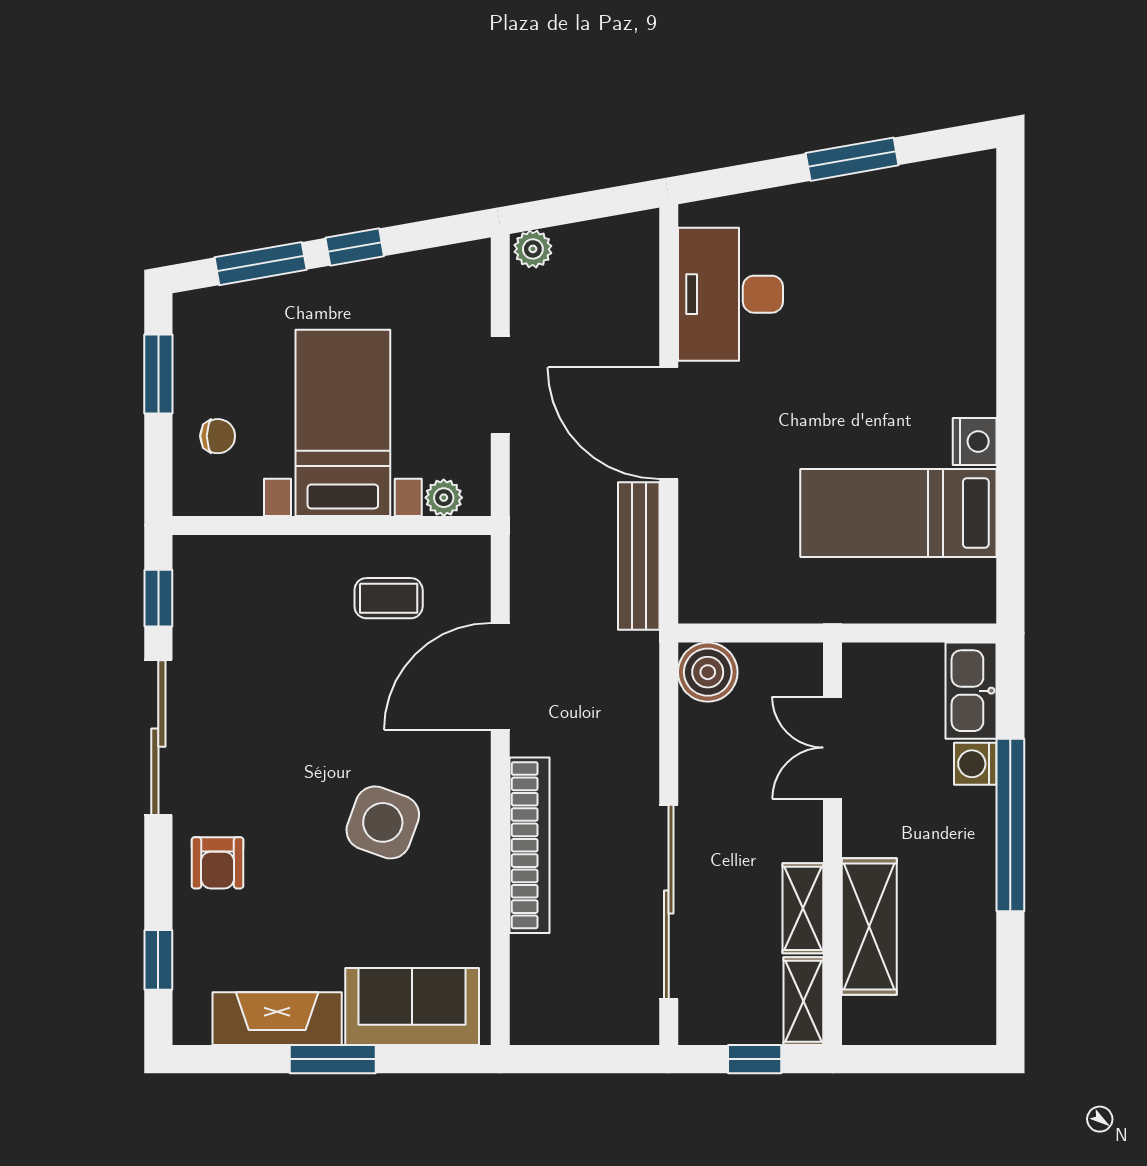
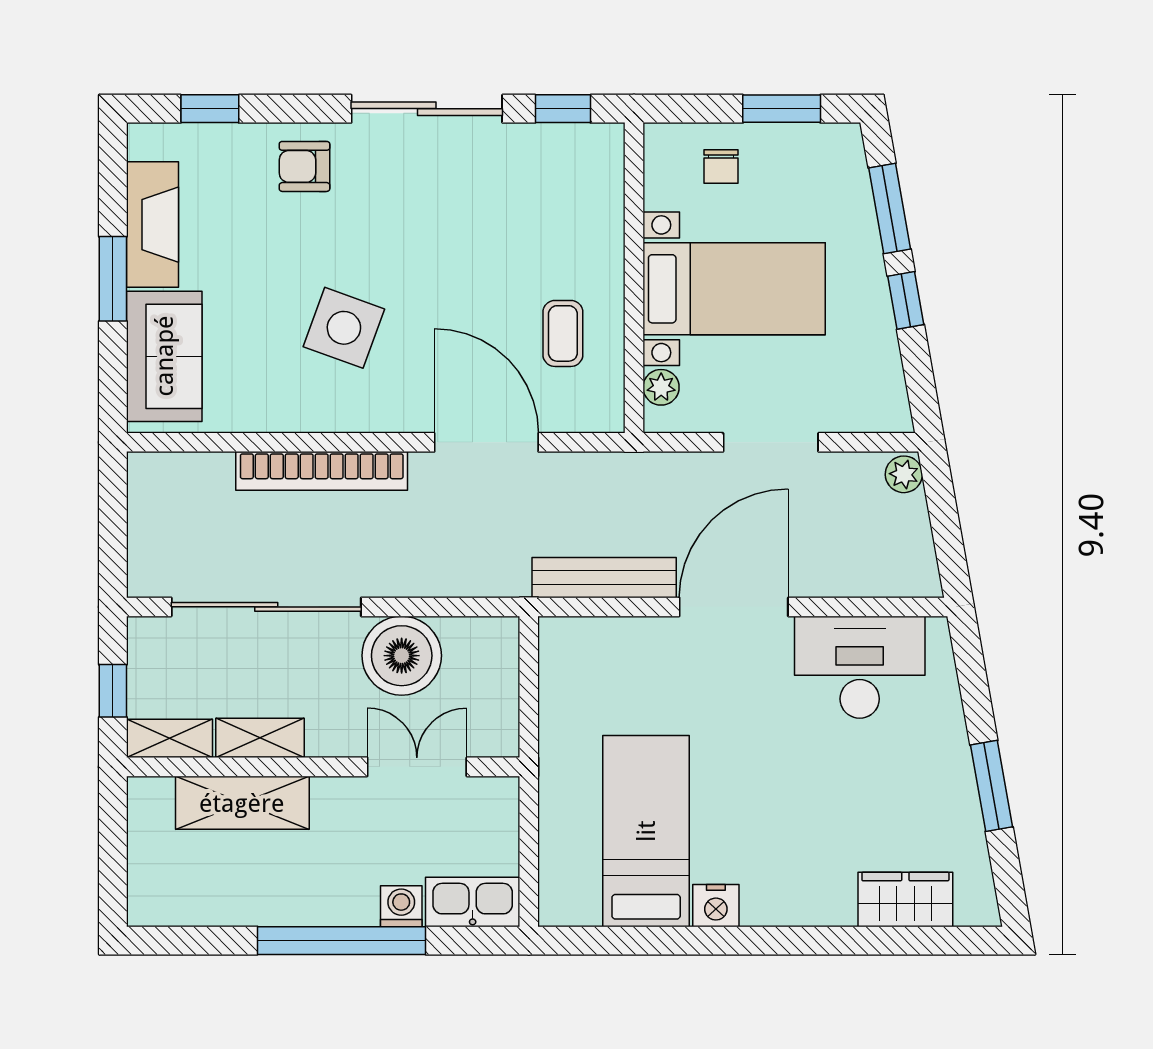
wardrobe: (968, 247) -> (905, 900), added
boiler: (708, 672) -> (402, 656), moved, width x1.37, depth x1.37

